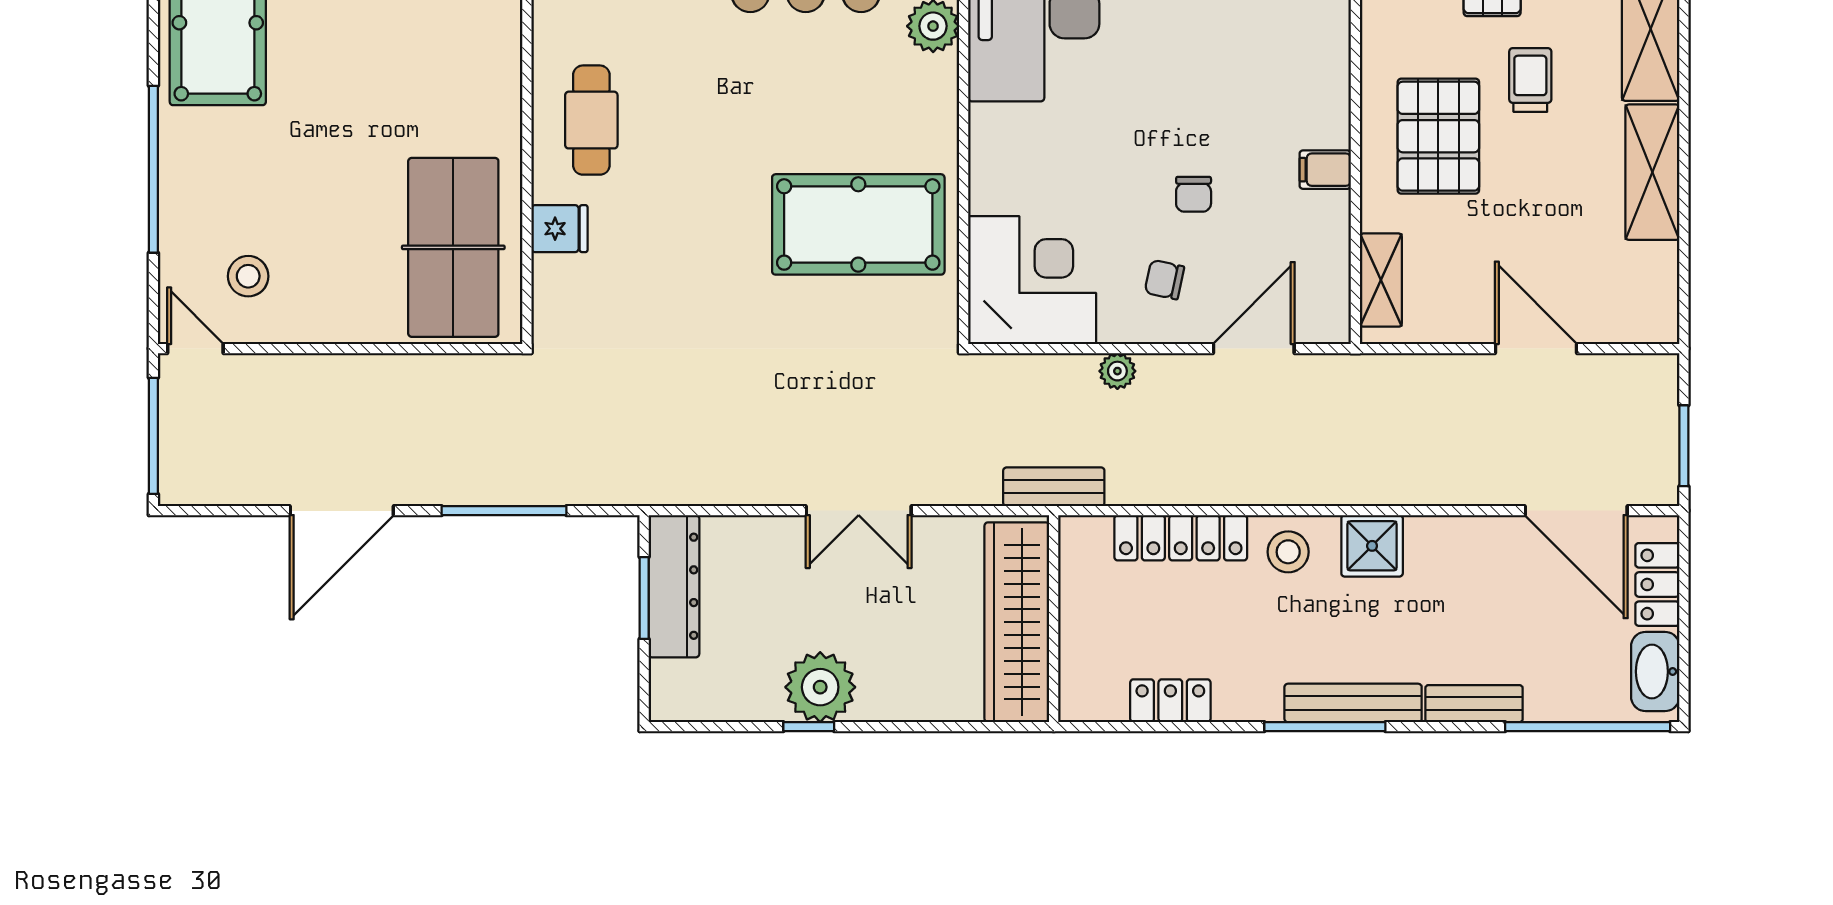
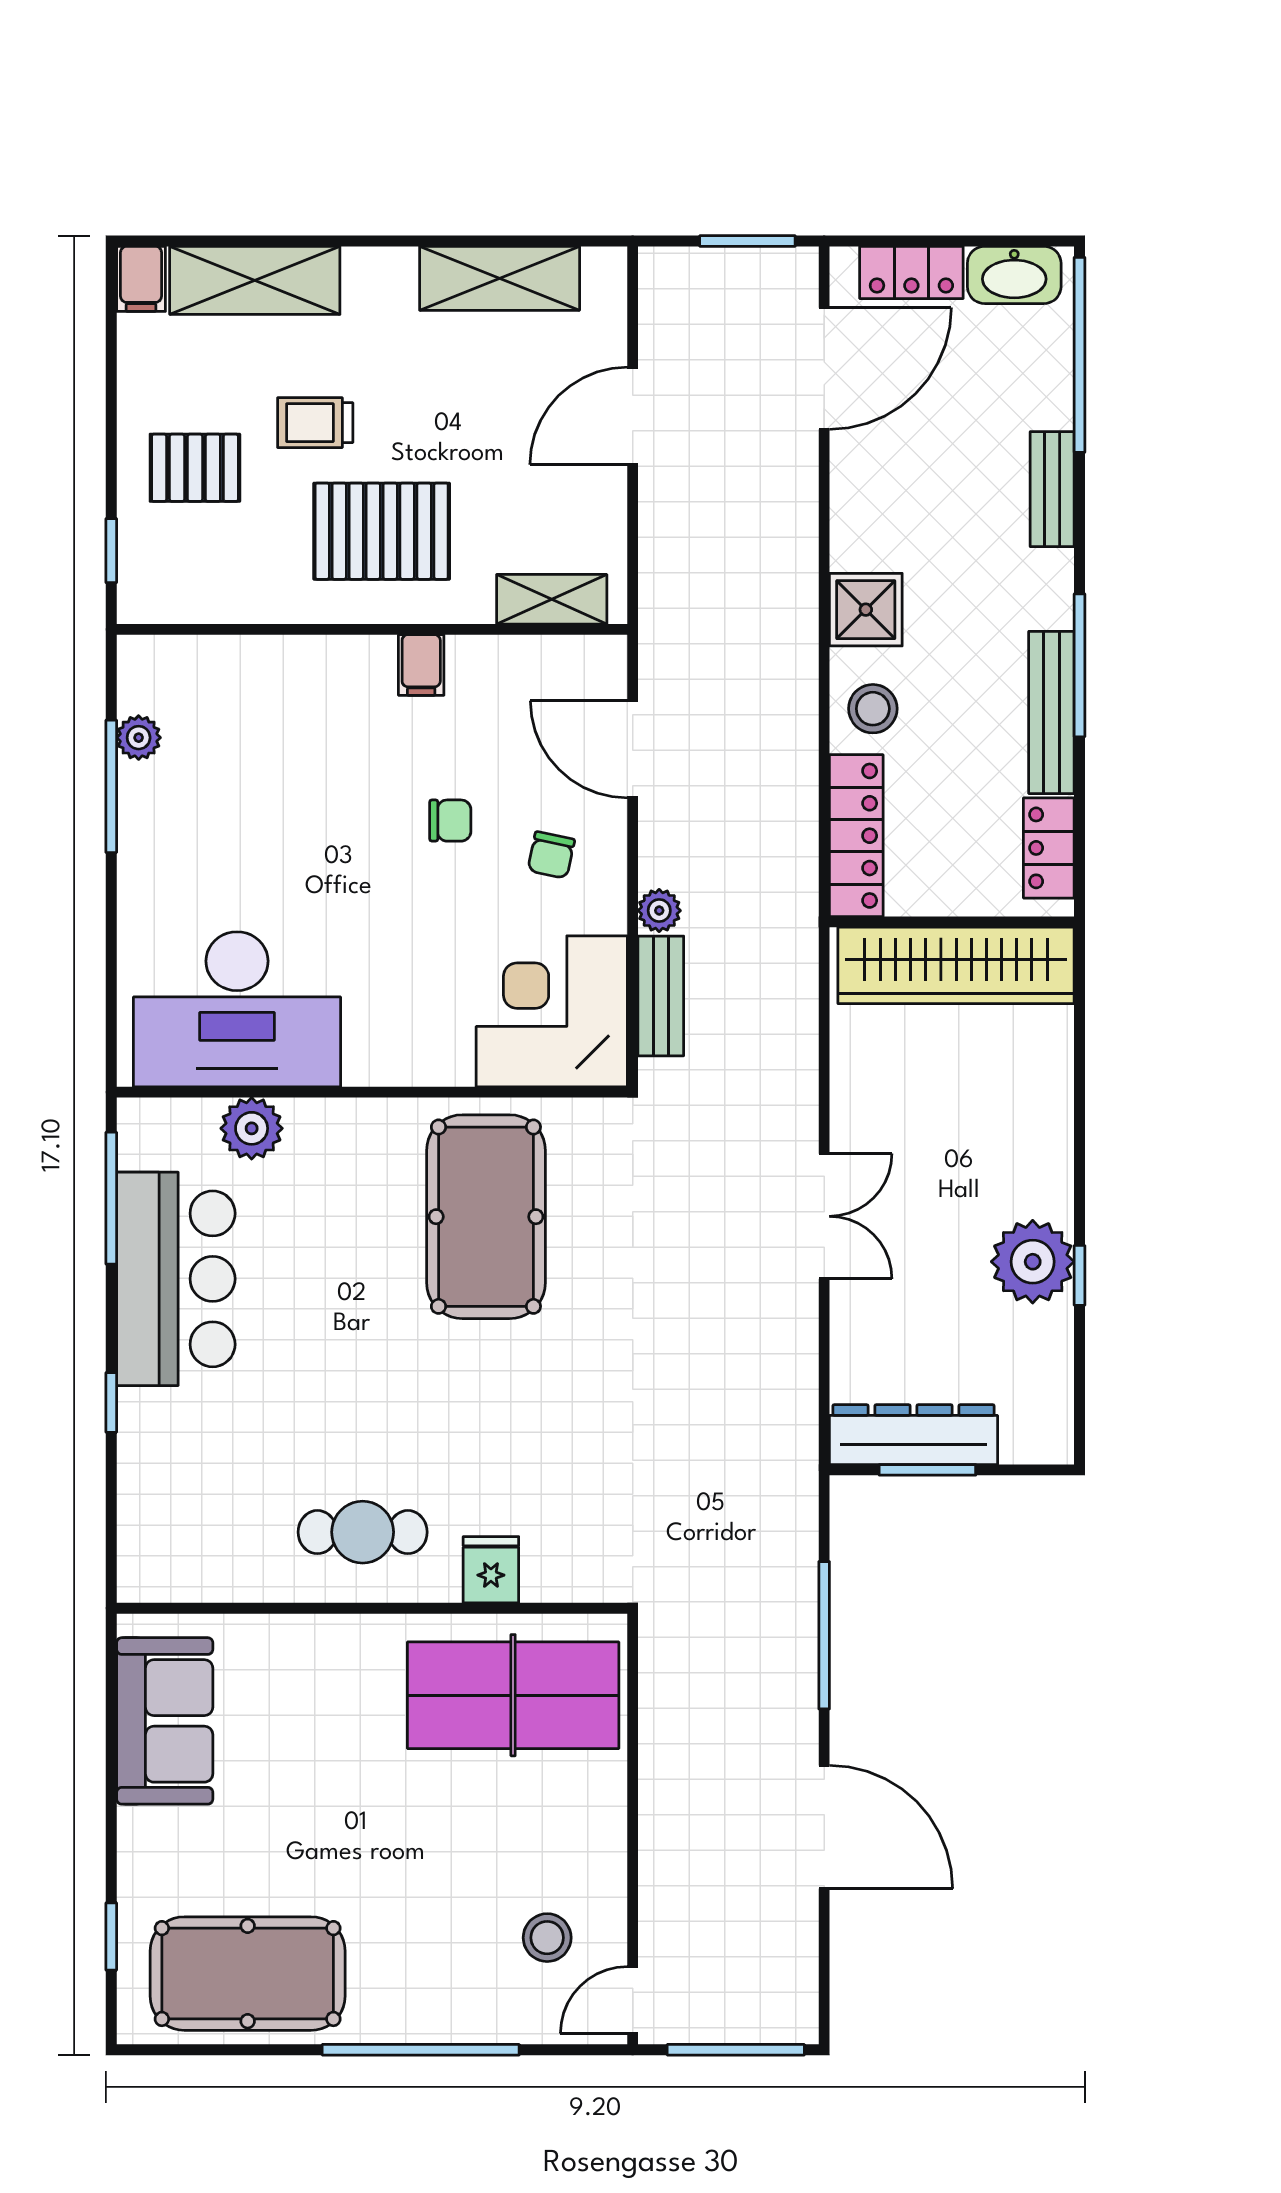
shelving: (1652, 172) -> (500, 278), moved
bench: (1054, 487) -> (661, 996), moved
wall: (1054, 619) -> (952, 922), moved
wardrobe: (1017, 622) -> (956, 965), moved
bench: (1353, 703) -> (1051, 712), moved

